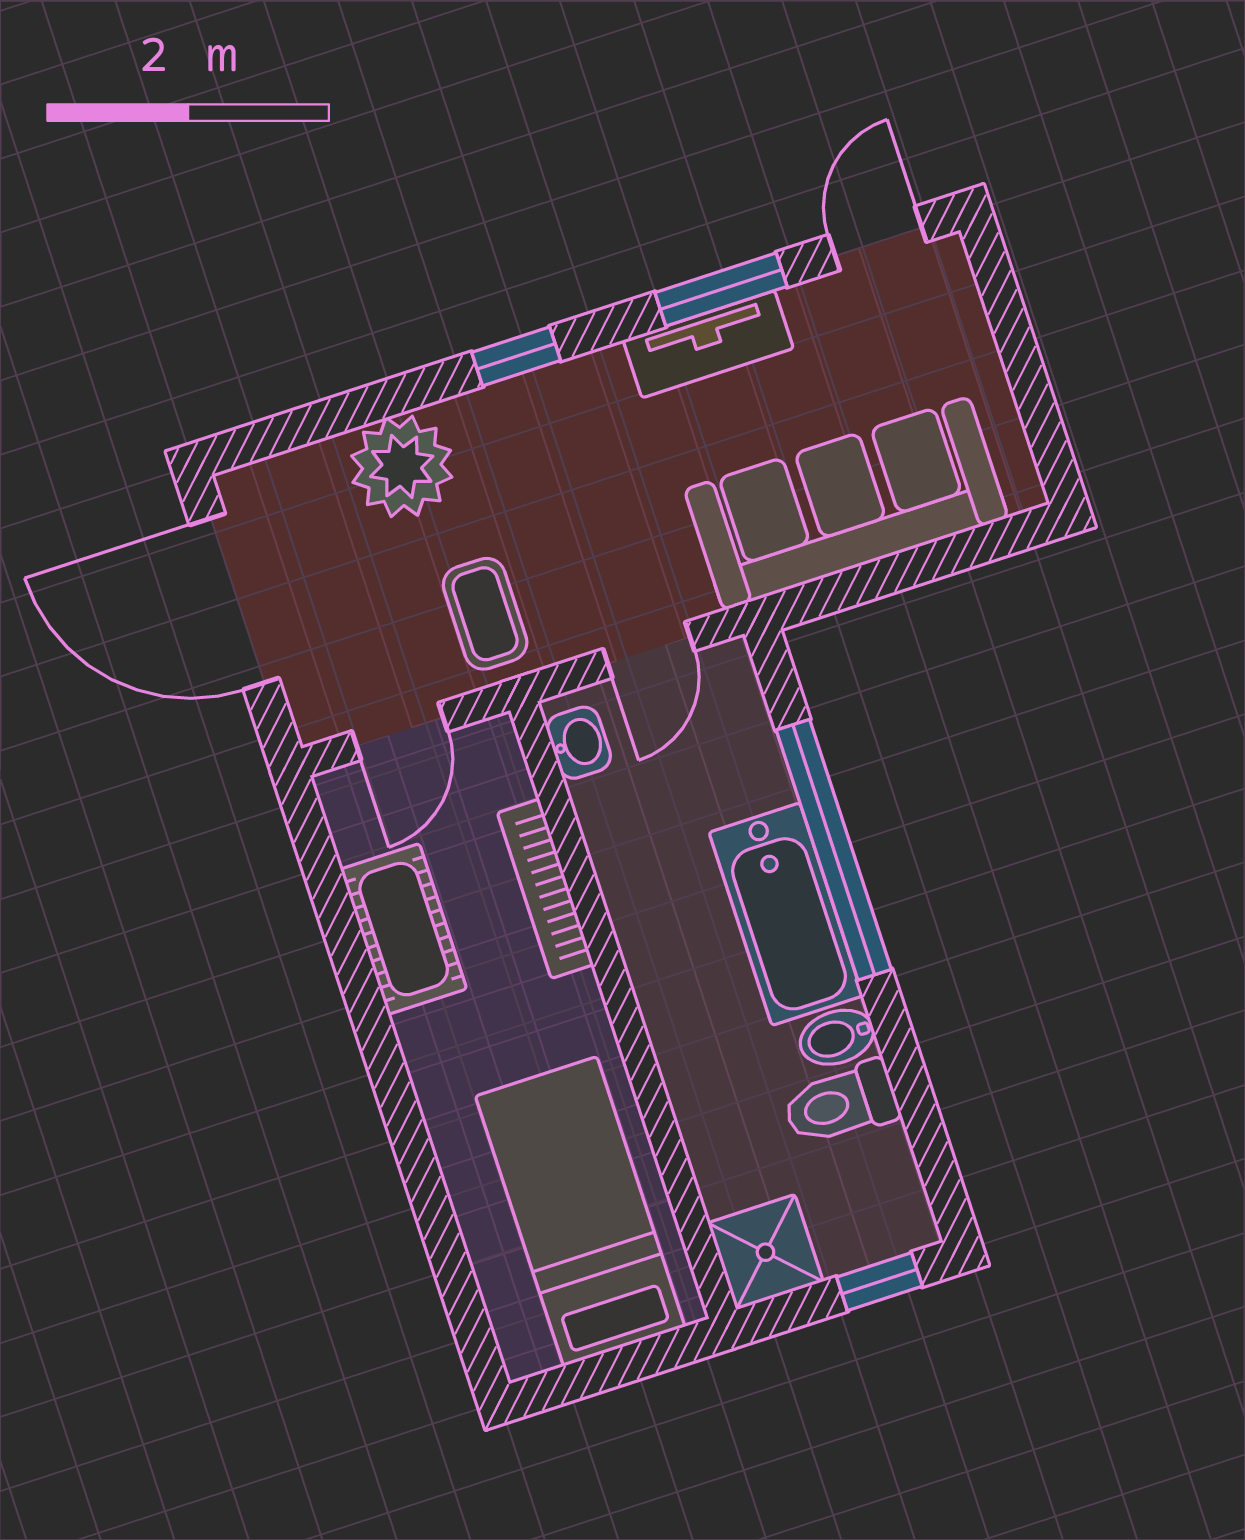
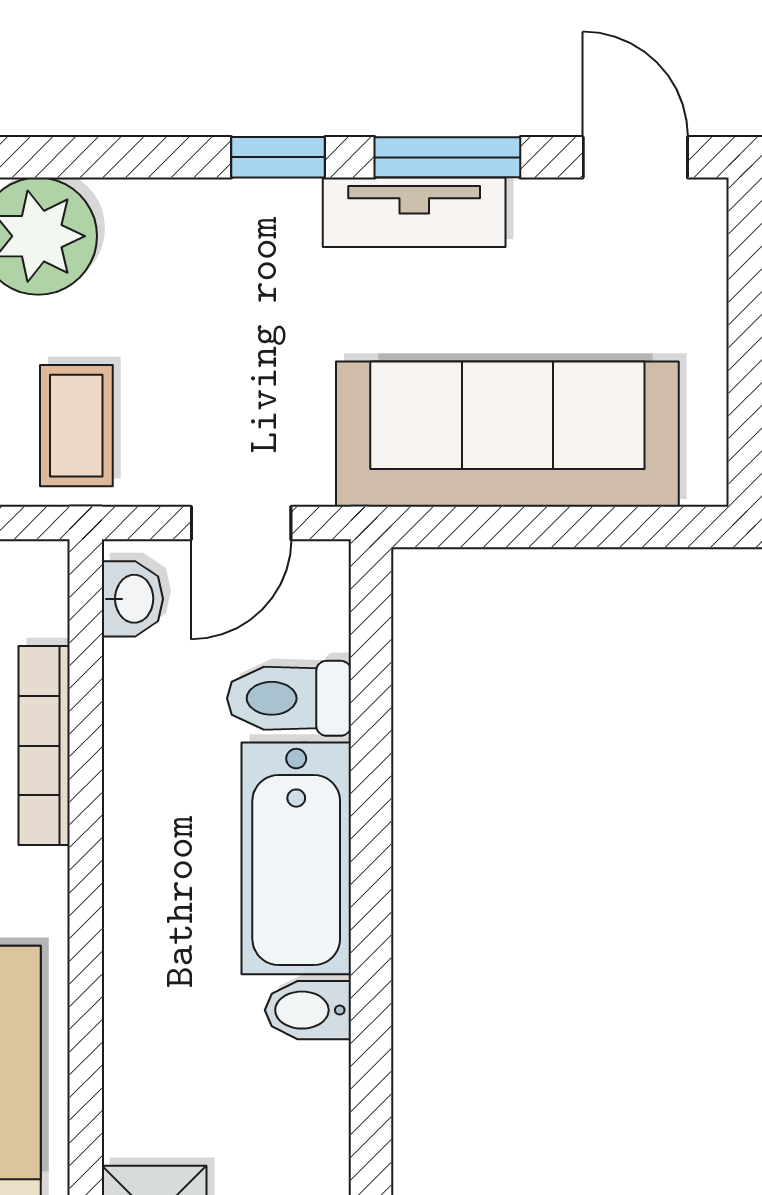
door: (877, 238) -> (635, 157), hinge flipped
window: (516, 356) -> (278, 157), moved
window: (834, 850) -> (371, 805), removed
toilet: (841, 1103) -> (289, 698), moved

